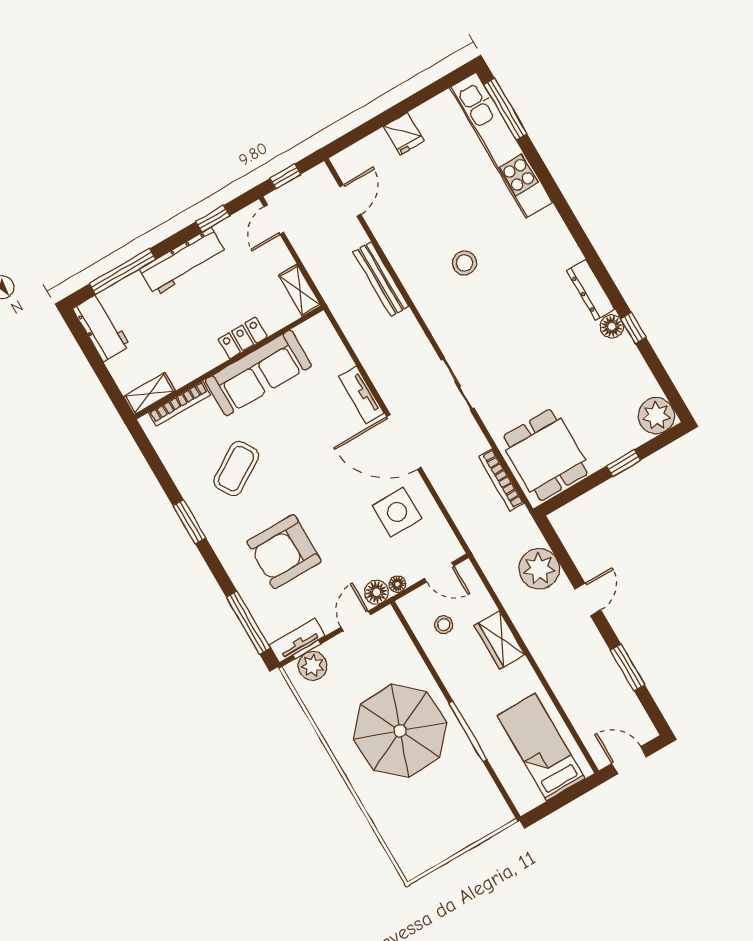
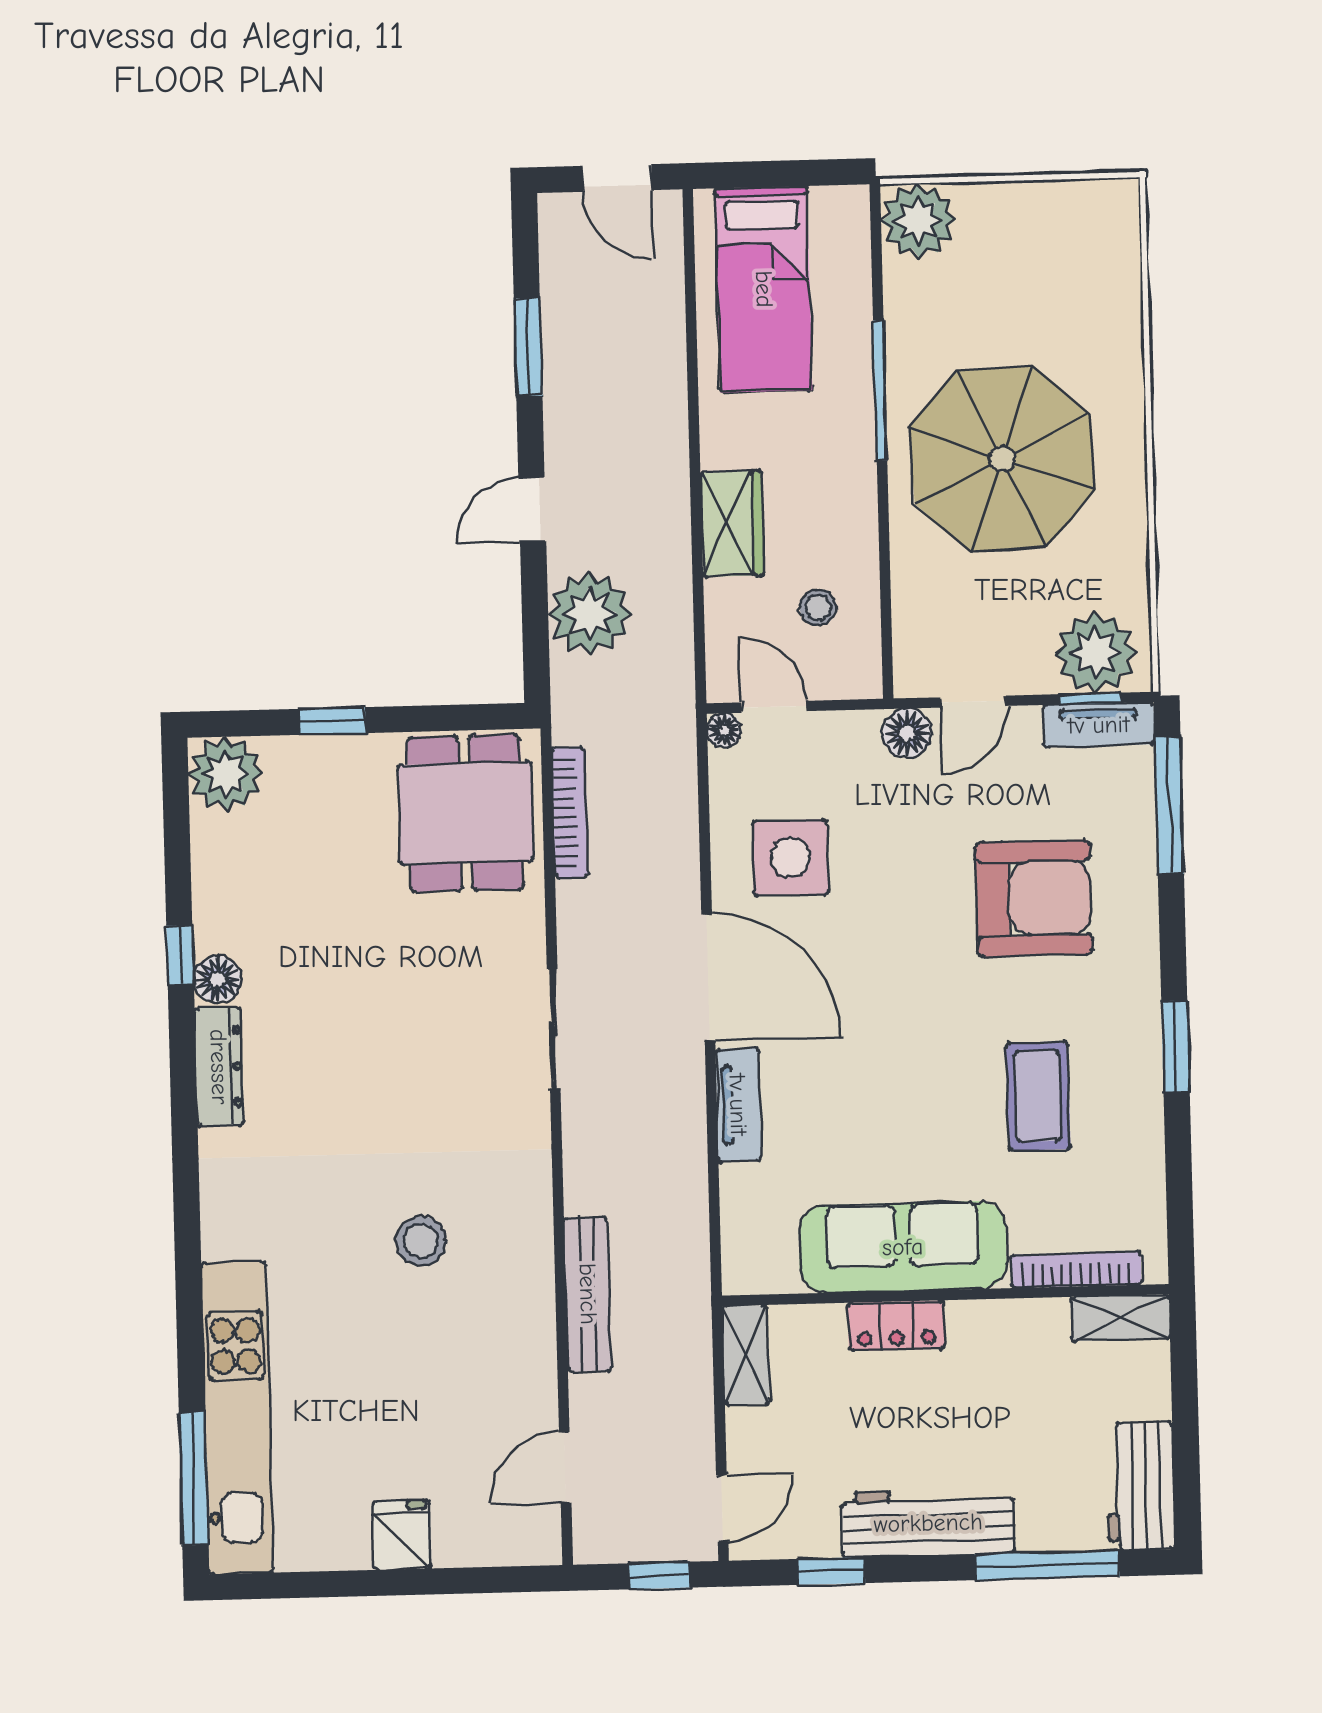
coffee table: (236, 469) -> (1038, 1096), turned -58
floor lamp: (397, 584) -> (724, 730), moved
plant: (313, 666) -> (1095, 653), width x1.36, depth x1.36
plant: (491, 812) -> (918, 221), added

